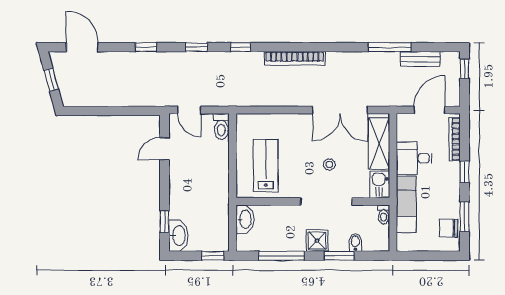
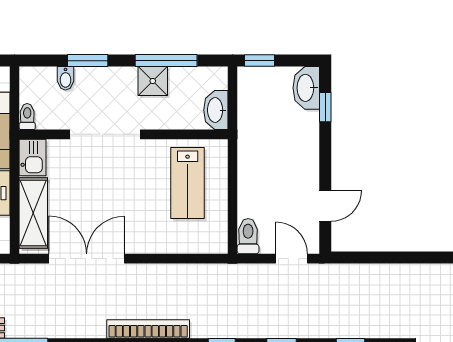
stool: (329, 164) -> (101, 185), removed
shower: (317, 241) -> (153, 81), moved

